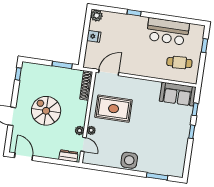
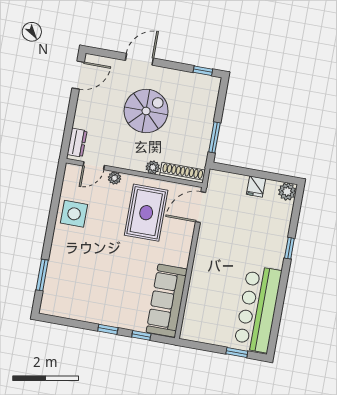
bar counter: (168, 31) -> (258, 309), width x1.36
cafe table: (179, 63) -> (212, 314), removed
door: (109, 73) -> (201, 207), swing flipped
sofa: (178, 94) -> (167, 301), width x1.36
plant: (80, 131) -> (153, 167), moved
side table: (129, 160) -> (74, 214), moved

